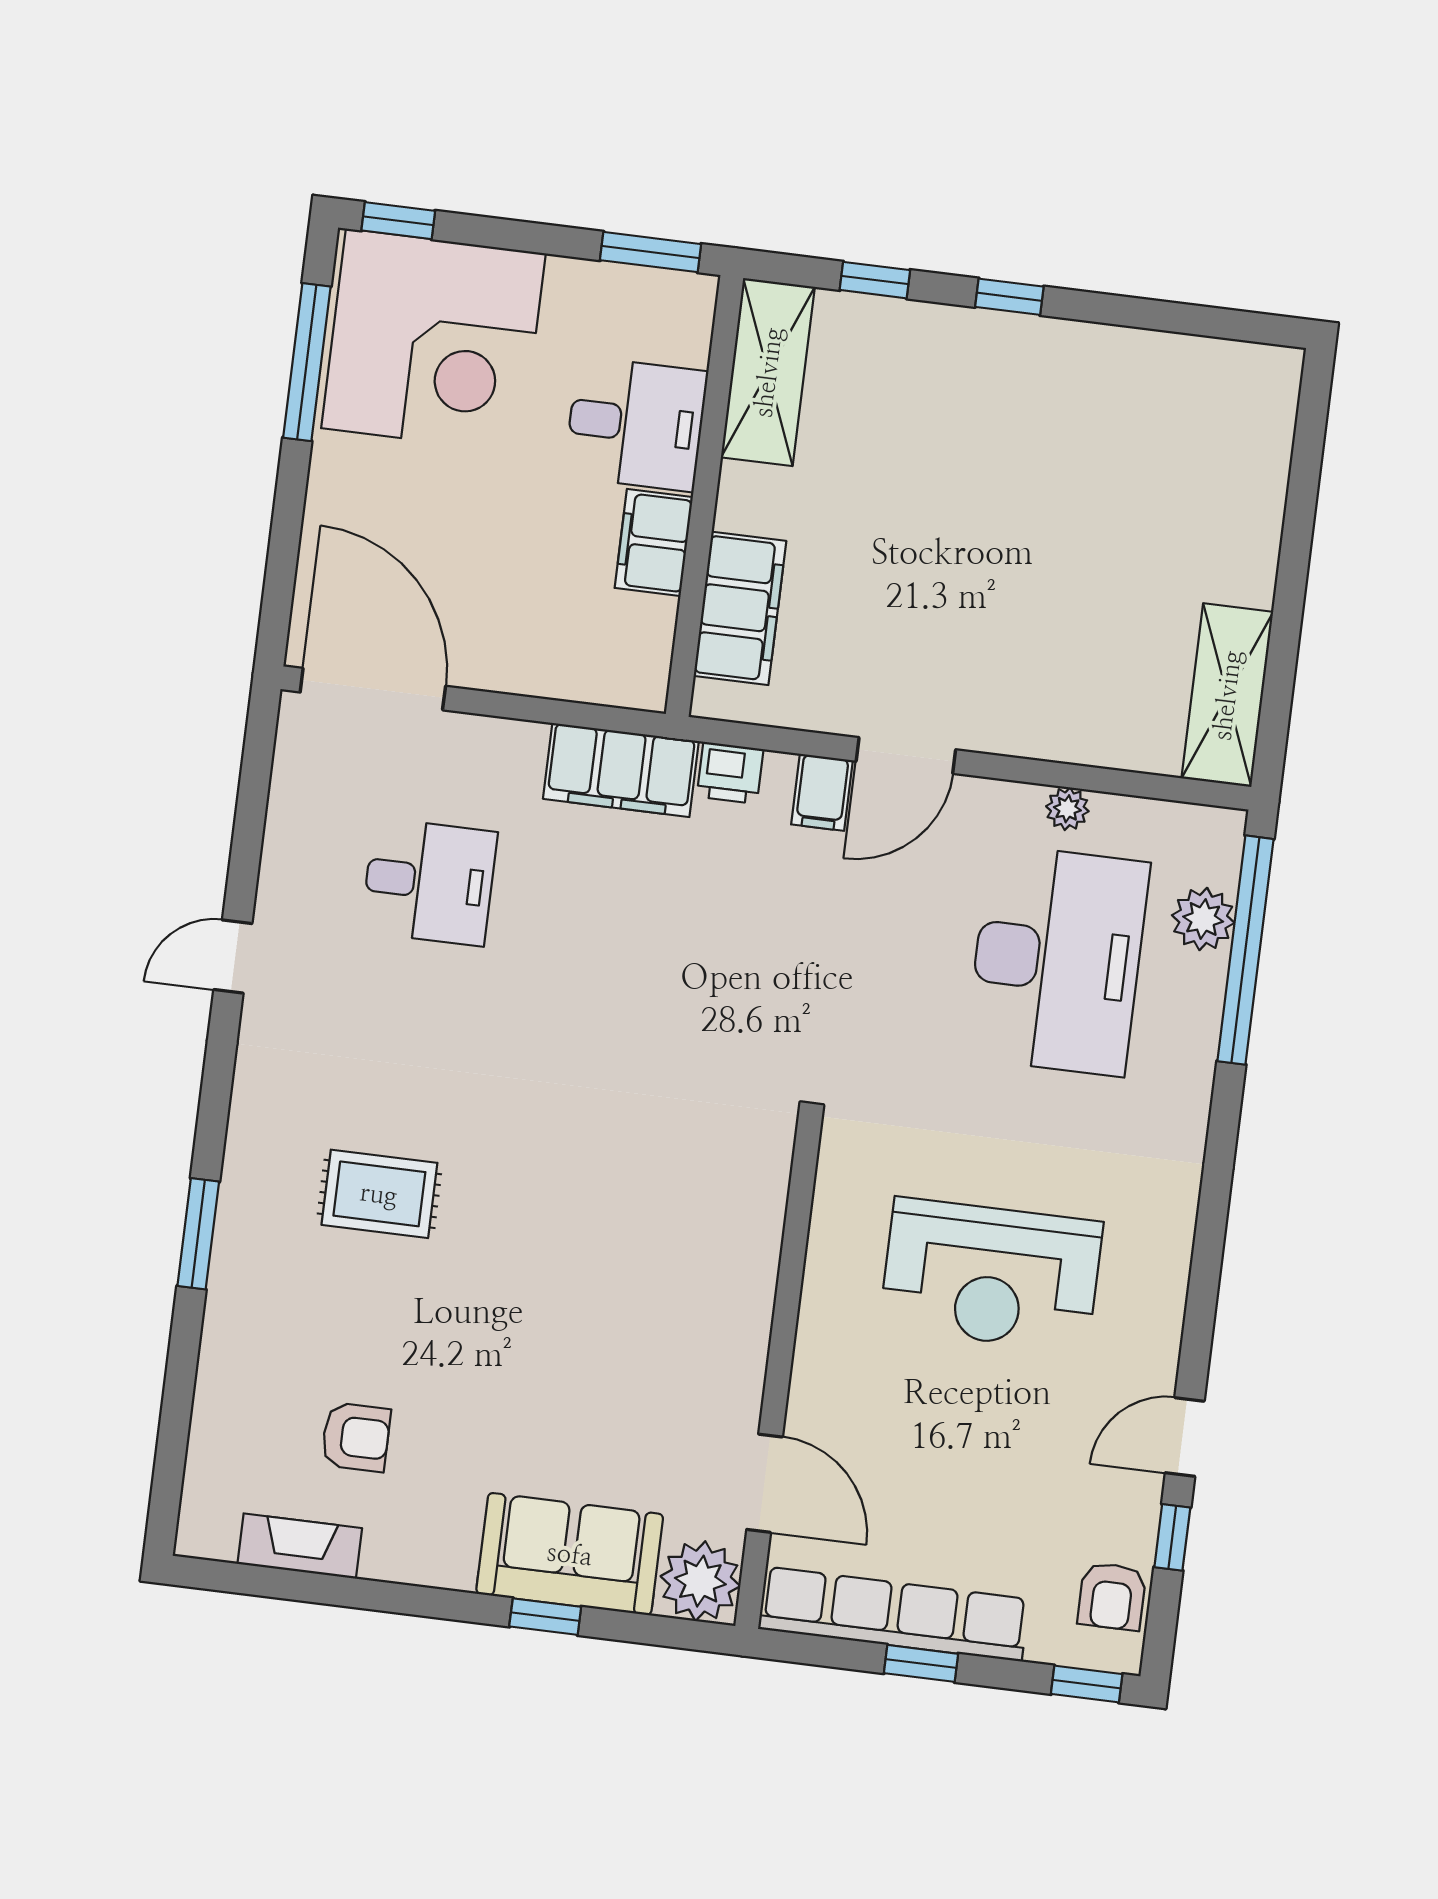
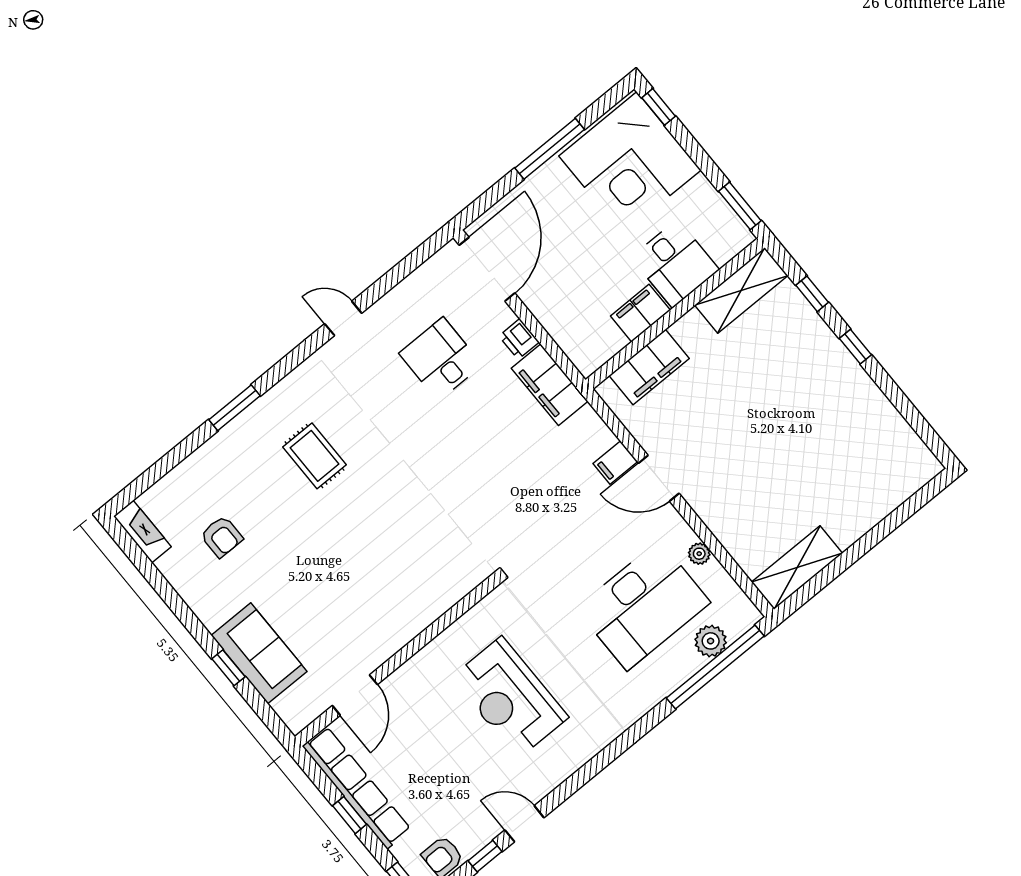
window: (307, 362) -> (550, 149), moved
printer: (730, 773) -> (519, 339), moved
desk: (429, 882) -> (441, 359), turned 180
fireplace: (300, 1546) -> (142, 531), moved
plant: (700, 1581) -> (297, 709), removed

